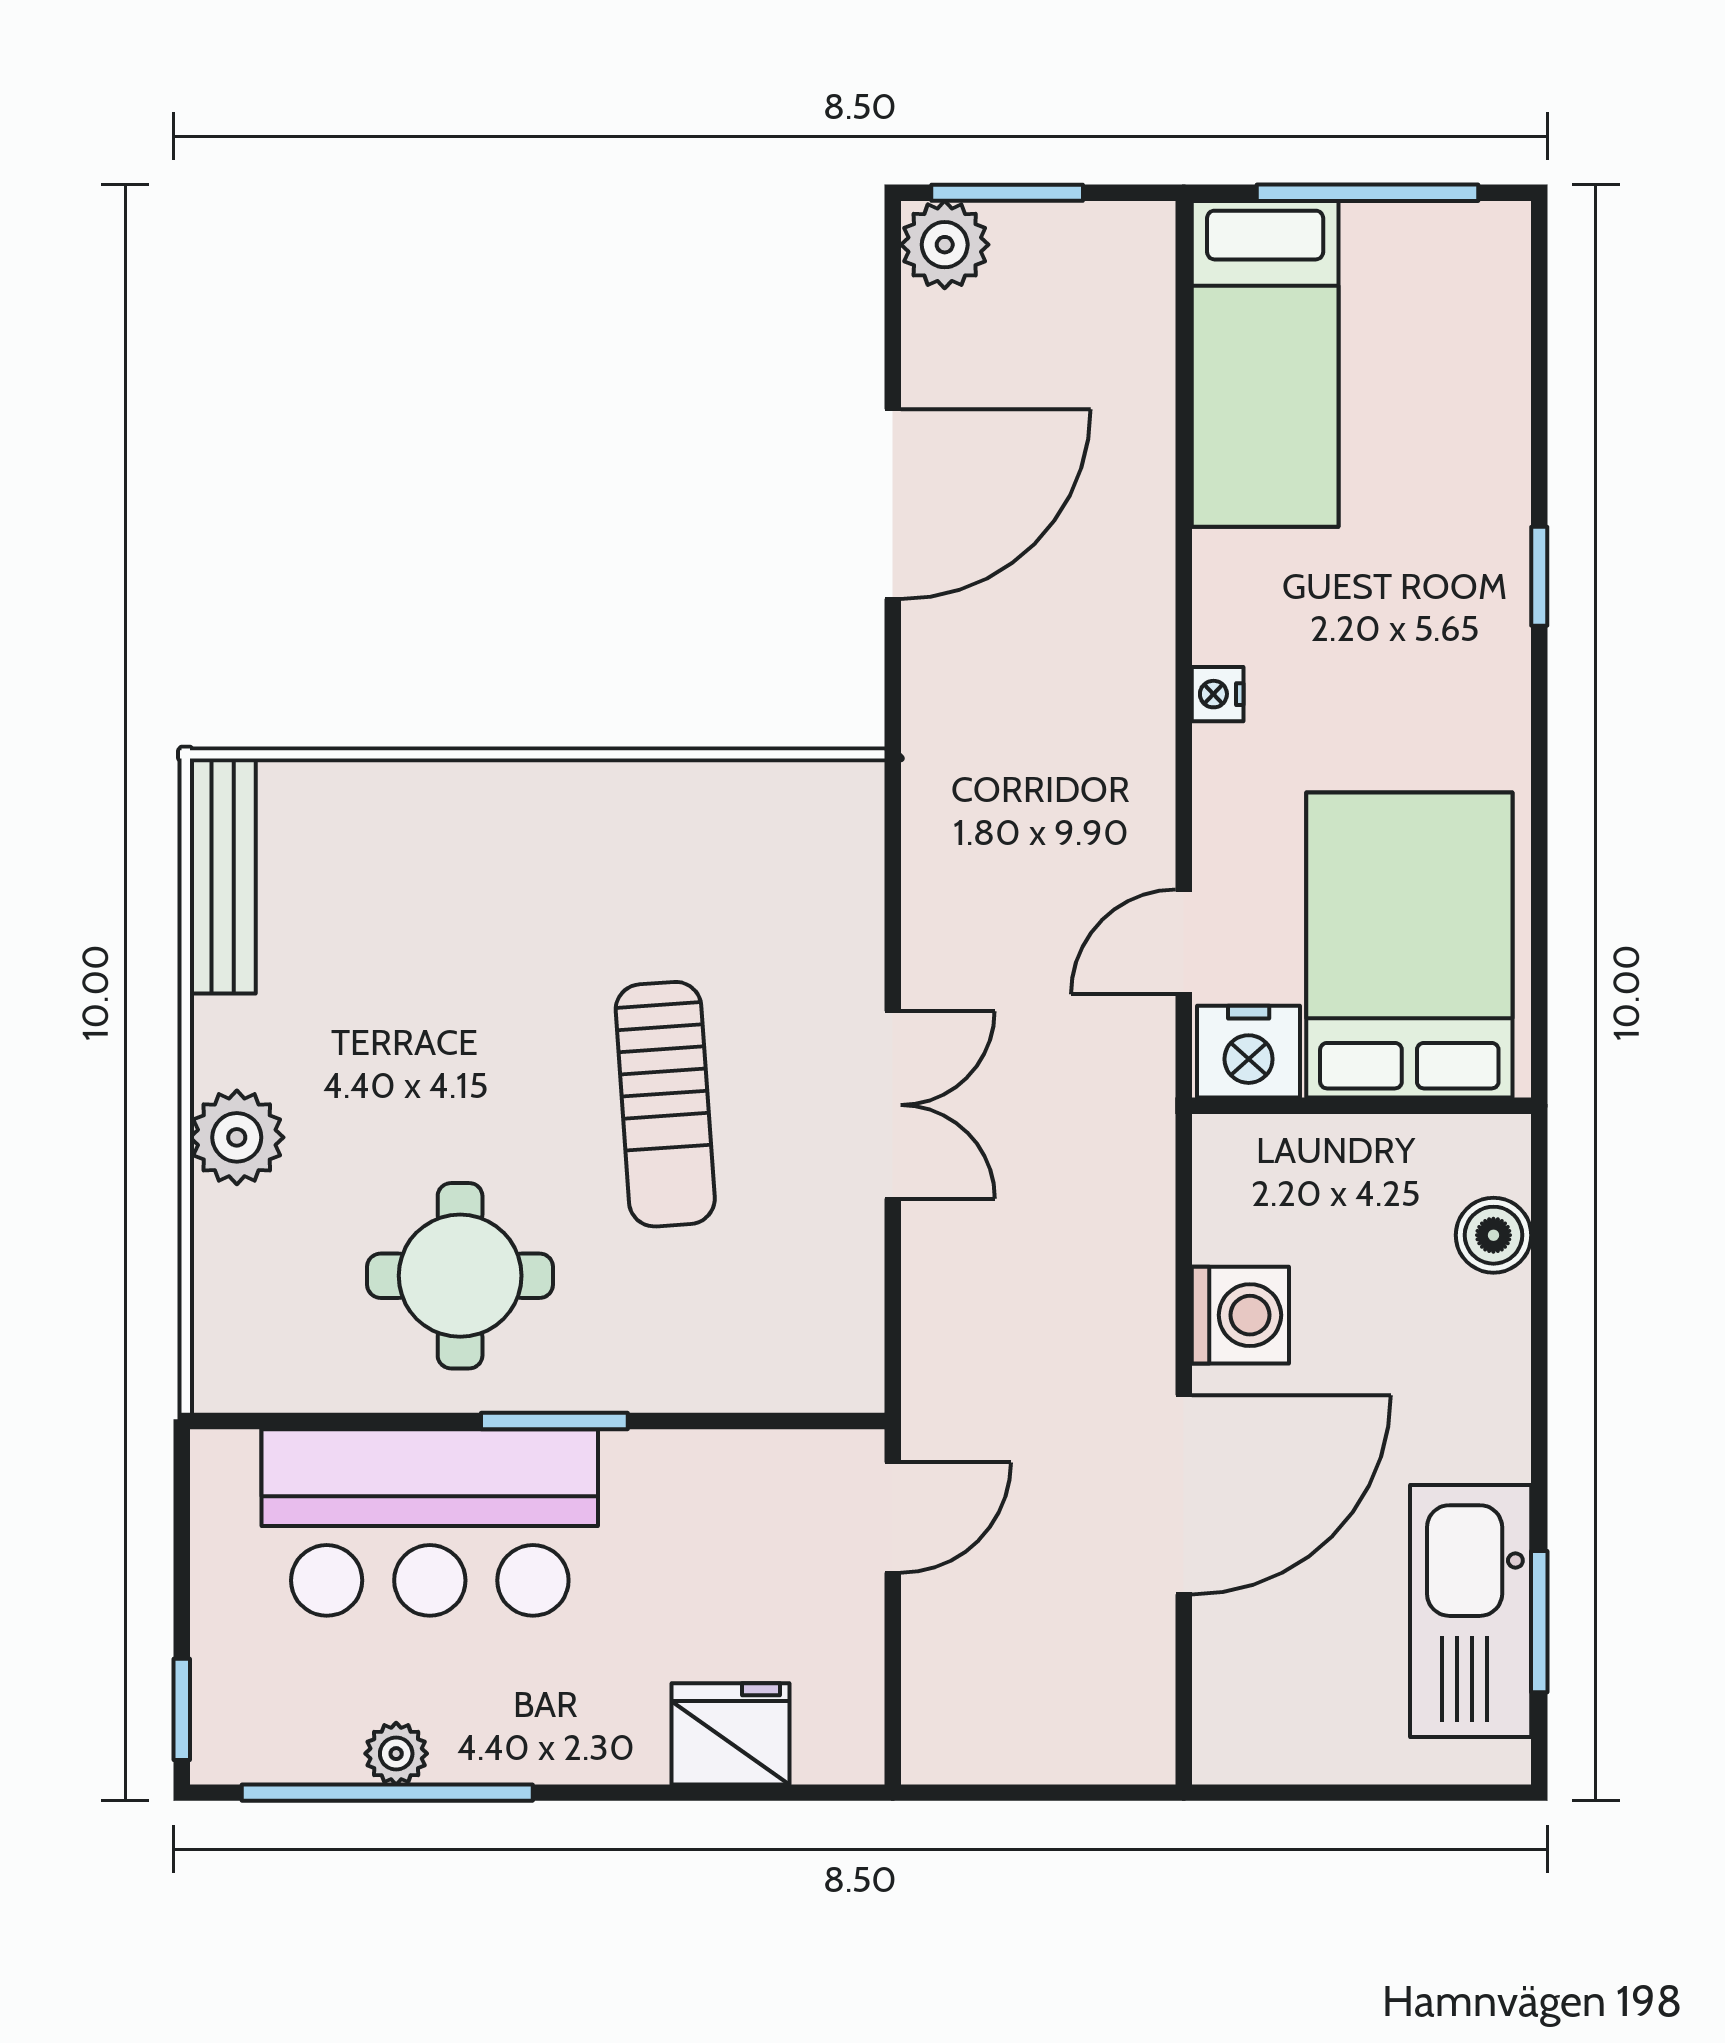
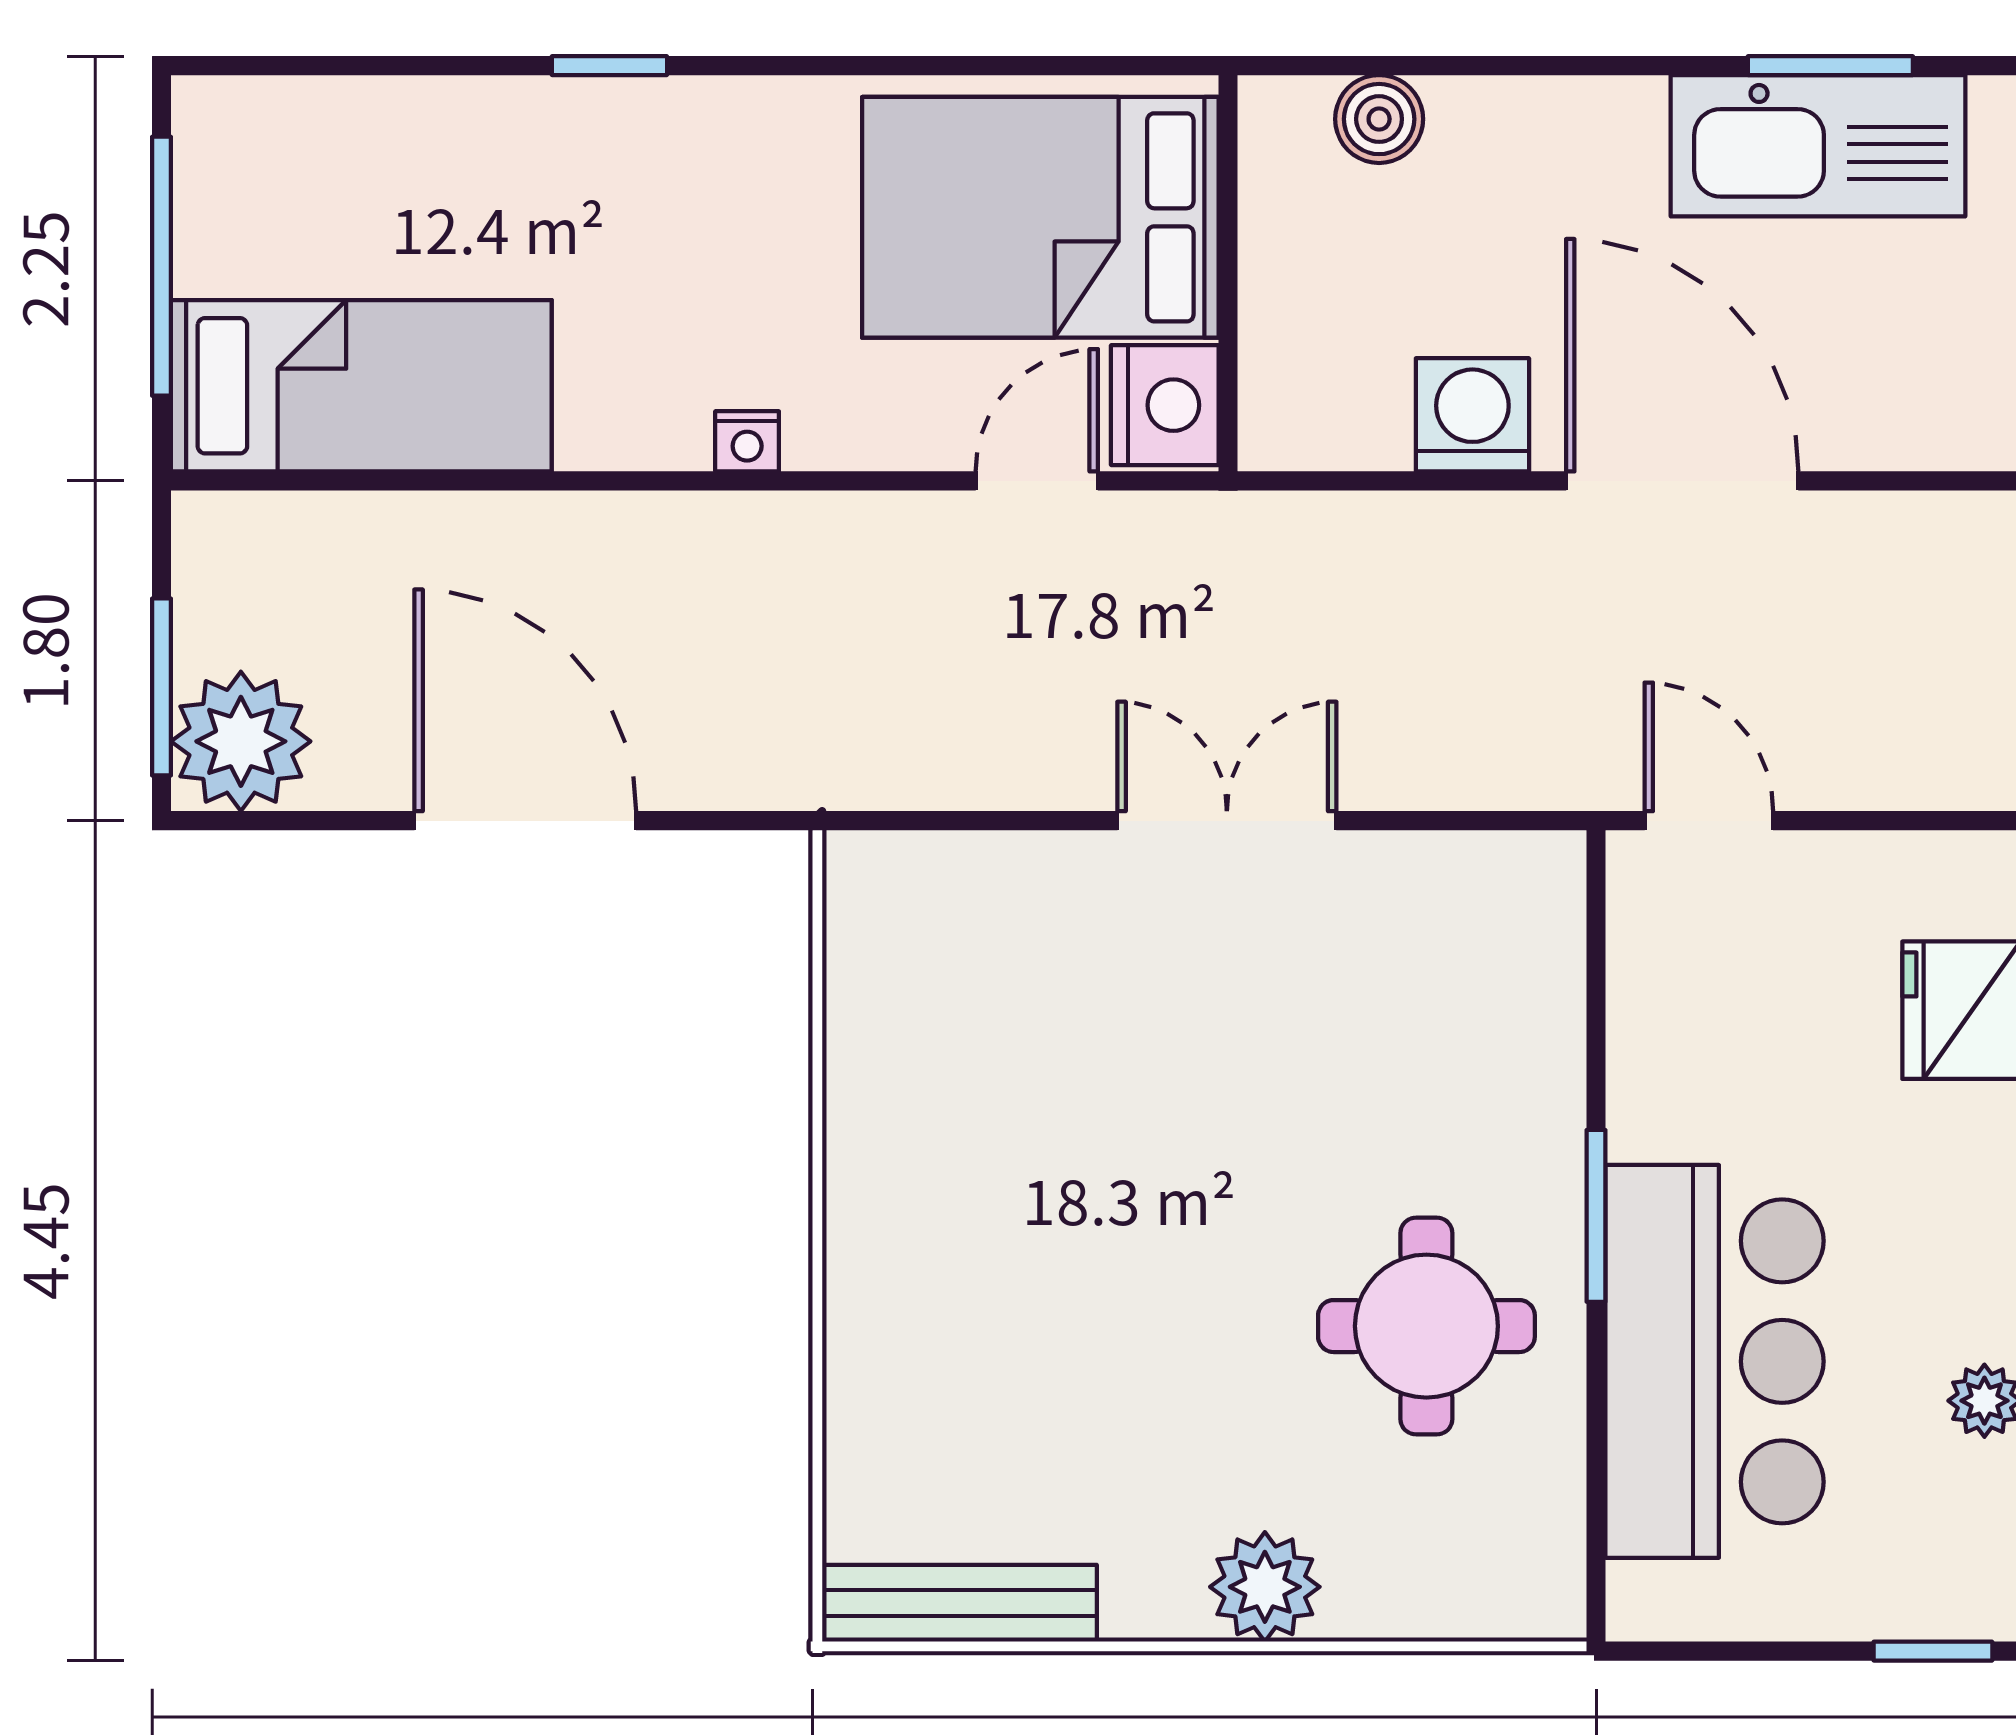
plant: (945, 245) -> (241, 741), width x1.36, depth x1.36
door: (1184, 942) -> (1037, 481), swing flipped
sun lounger: (665, 1104) -> (1226, 1086), removed

